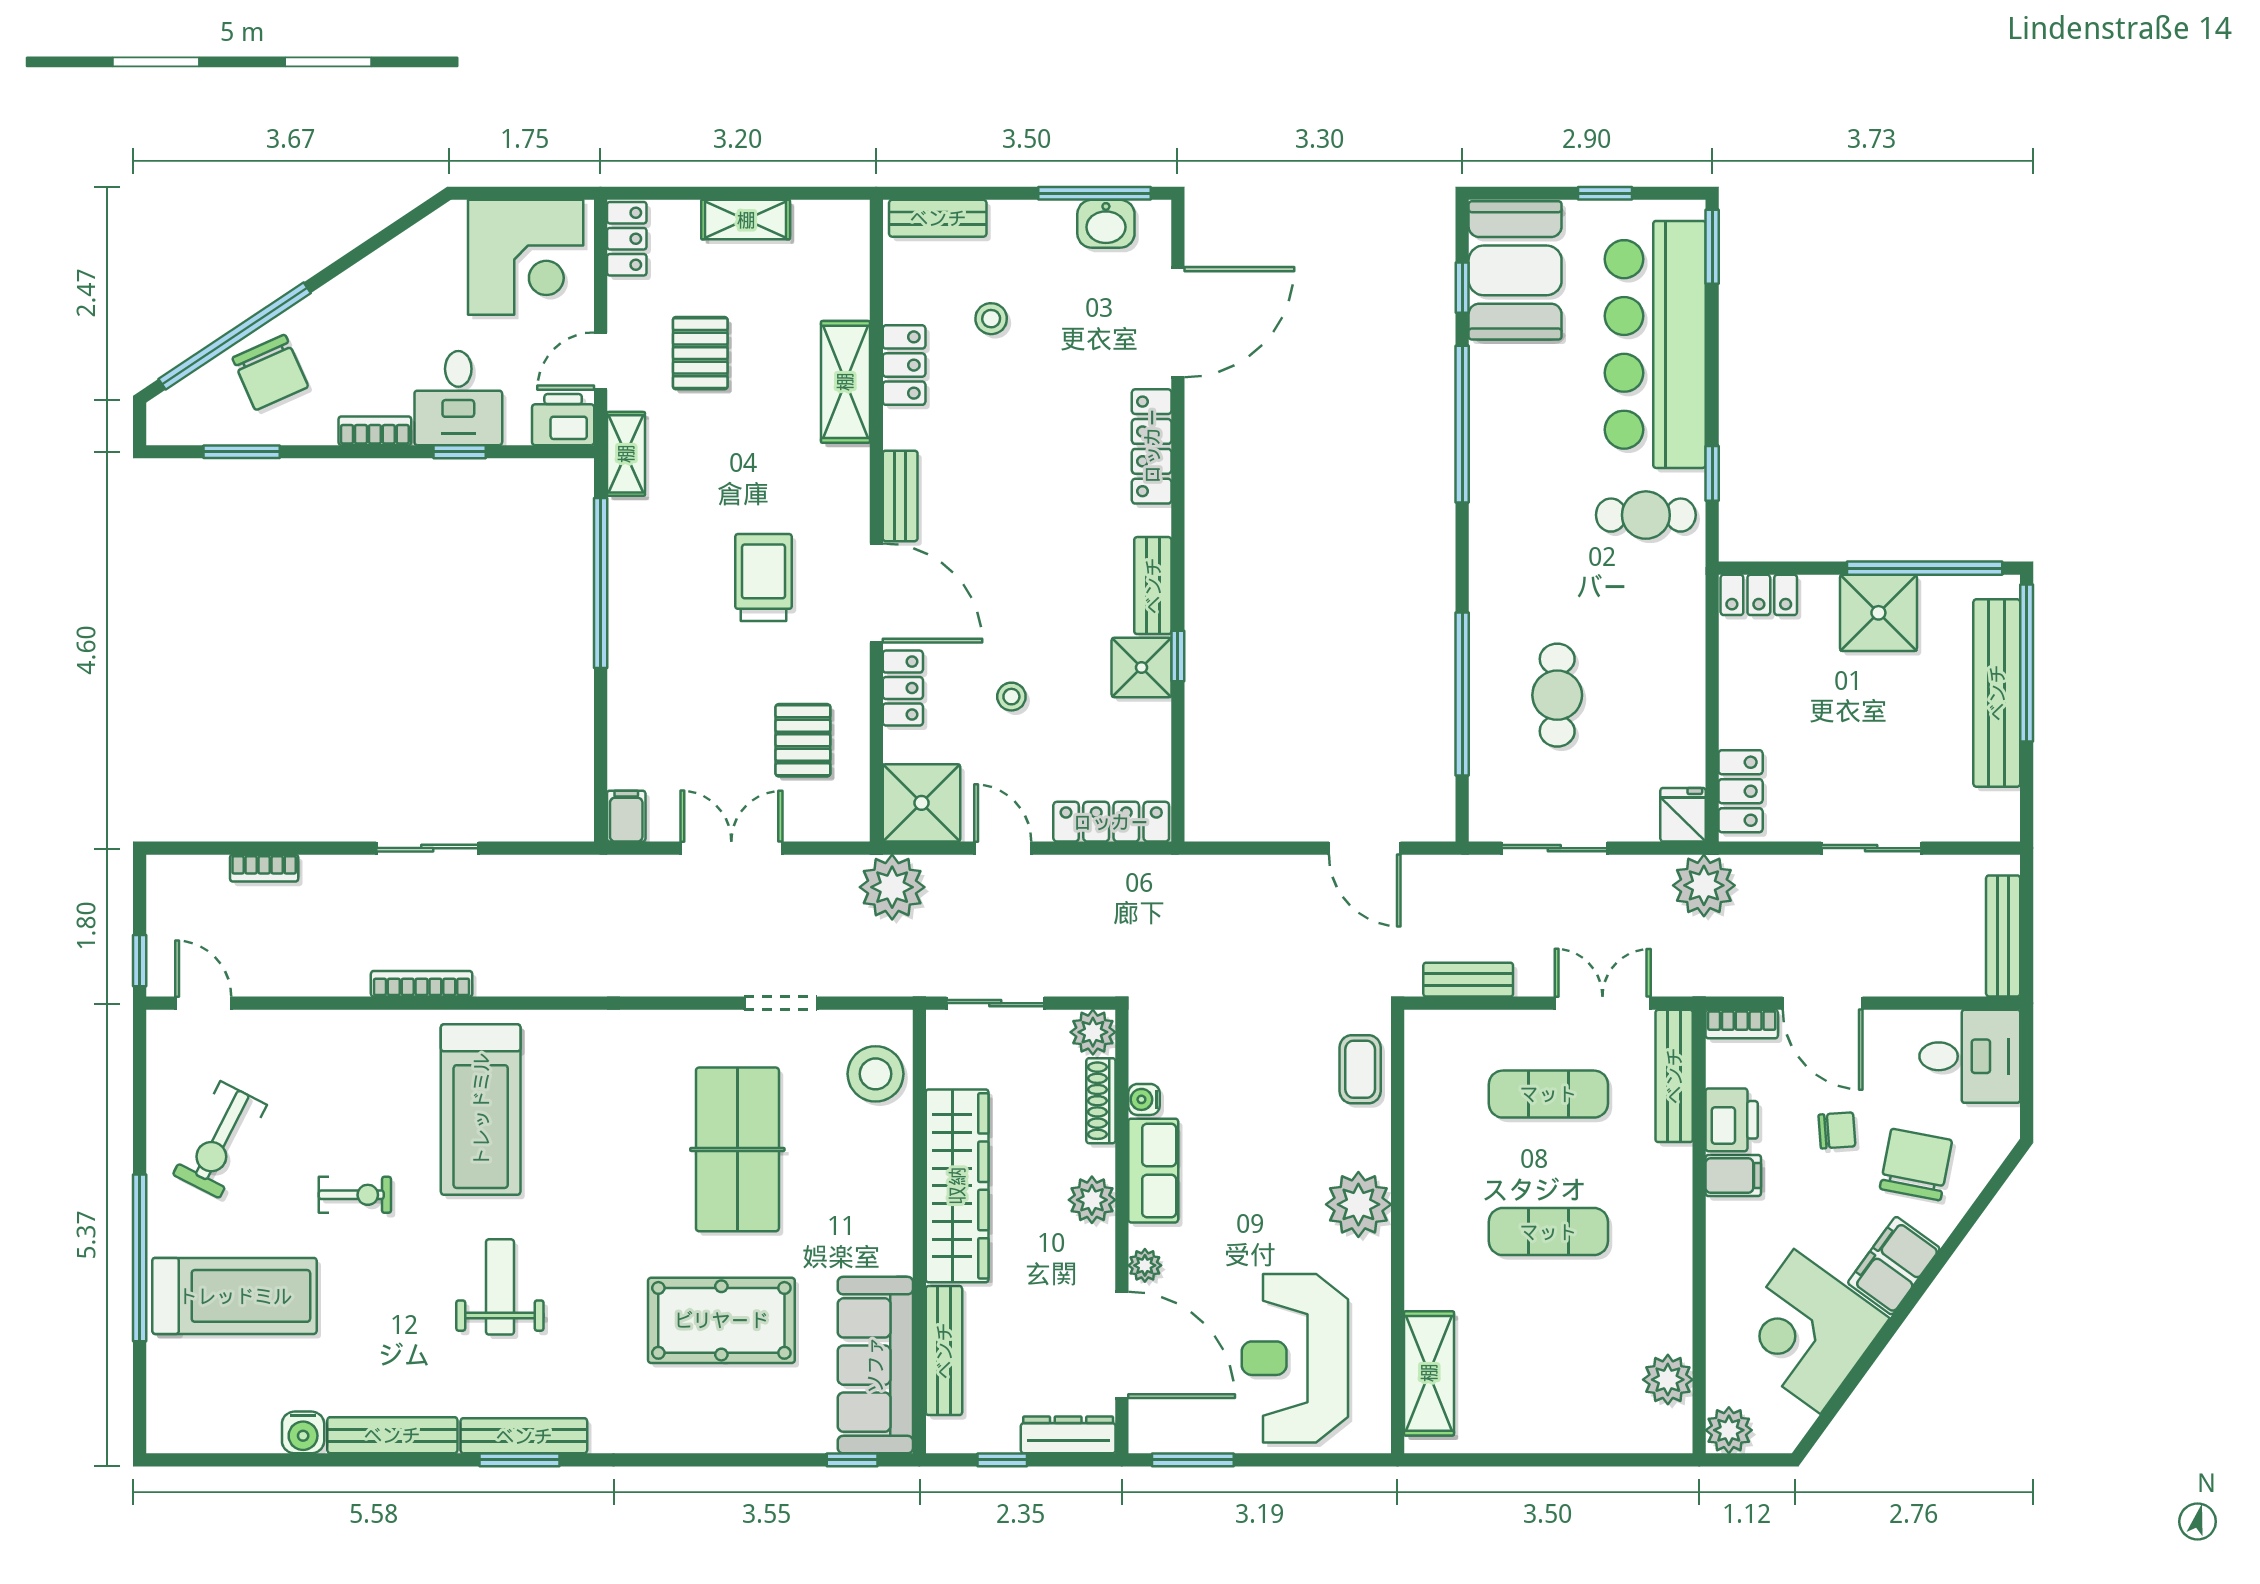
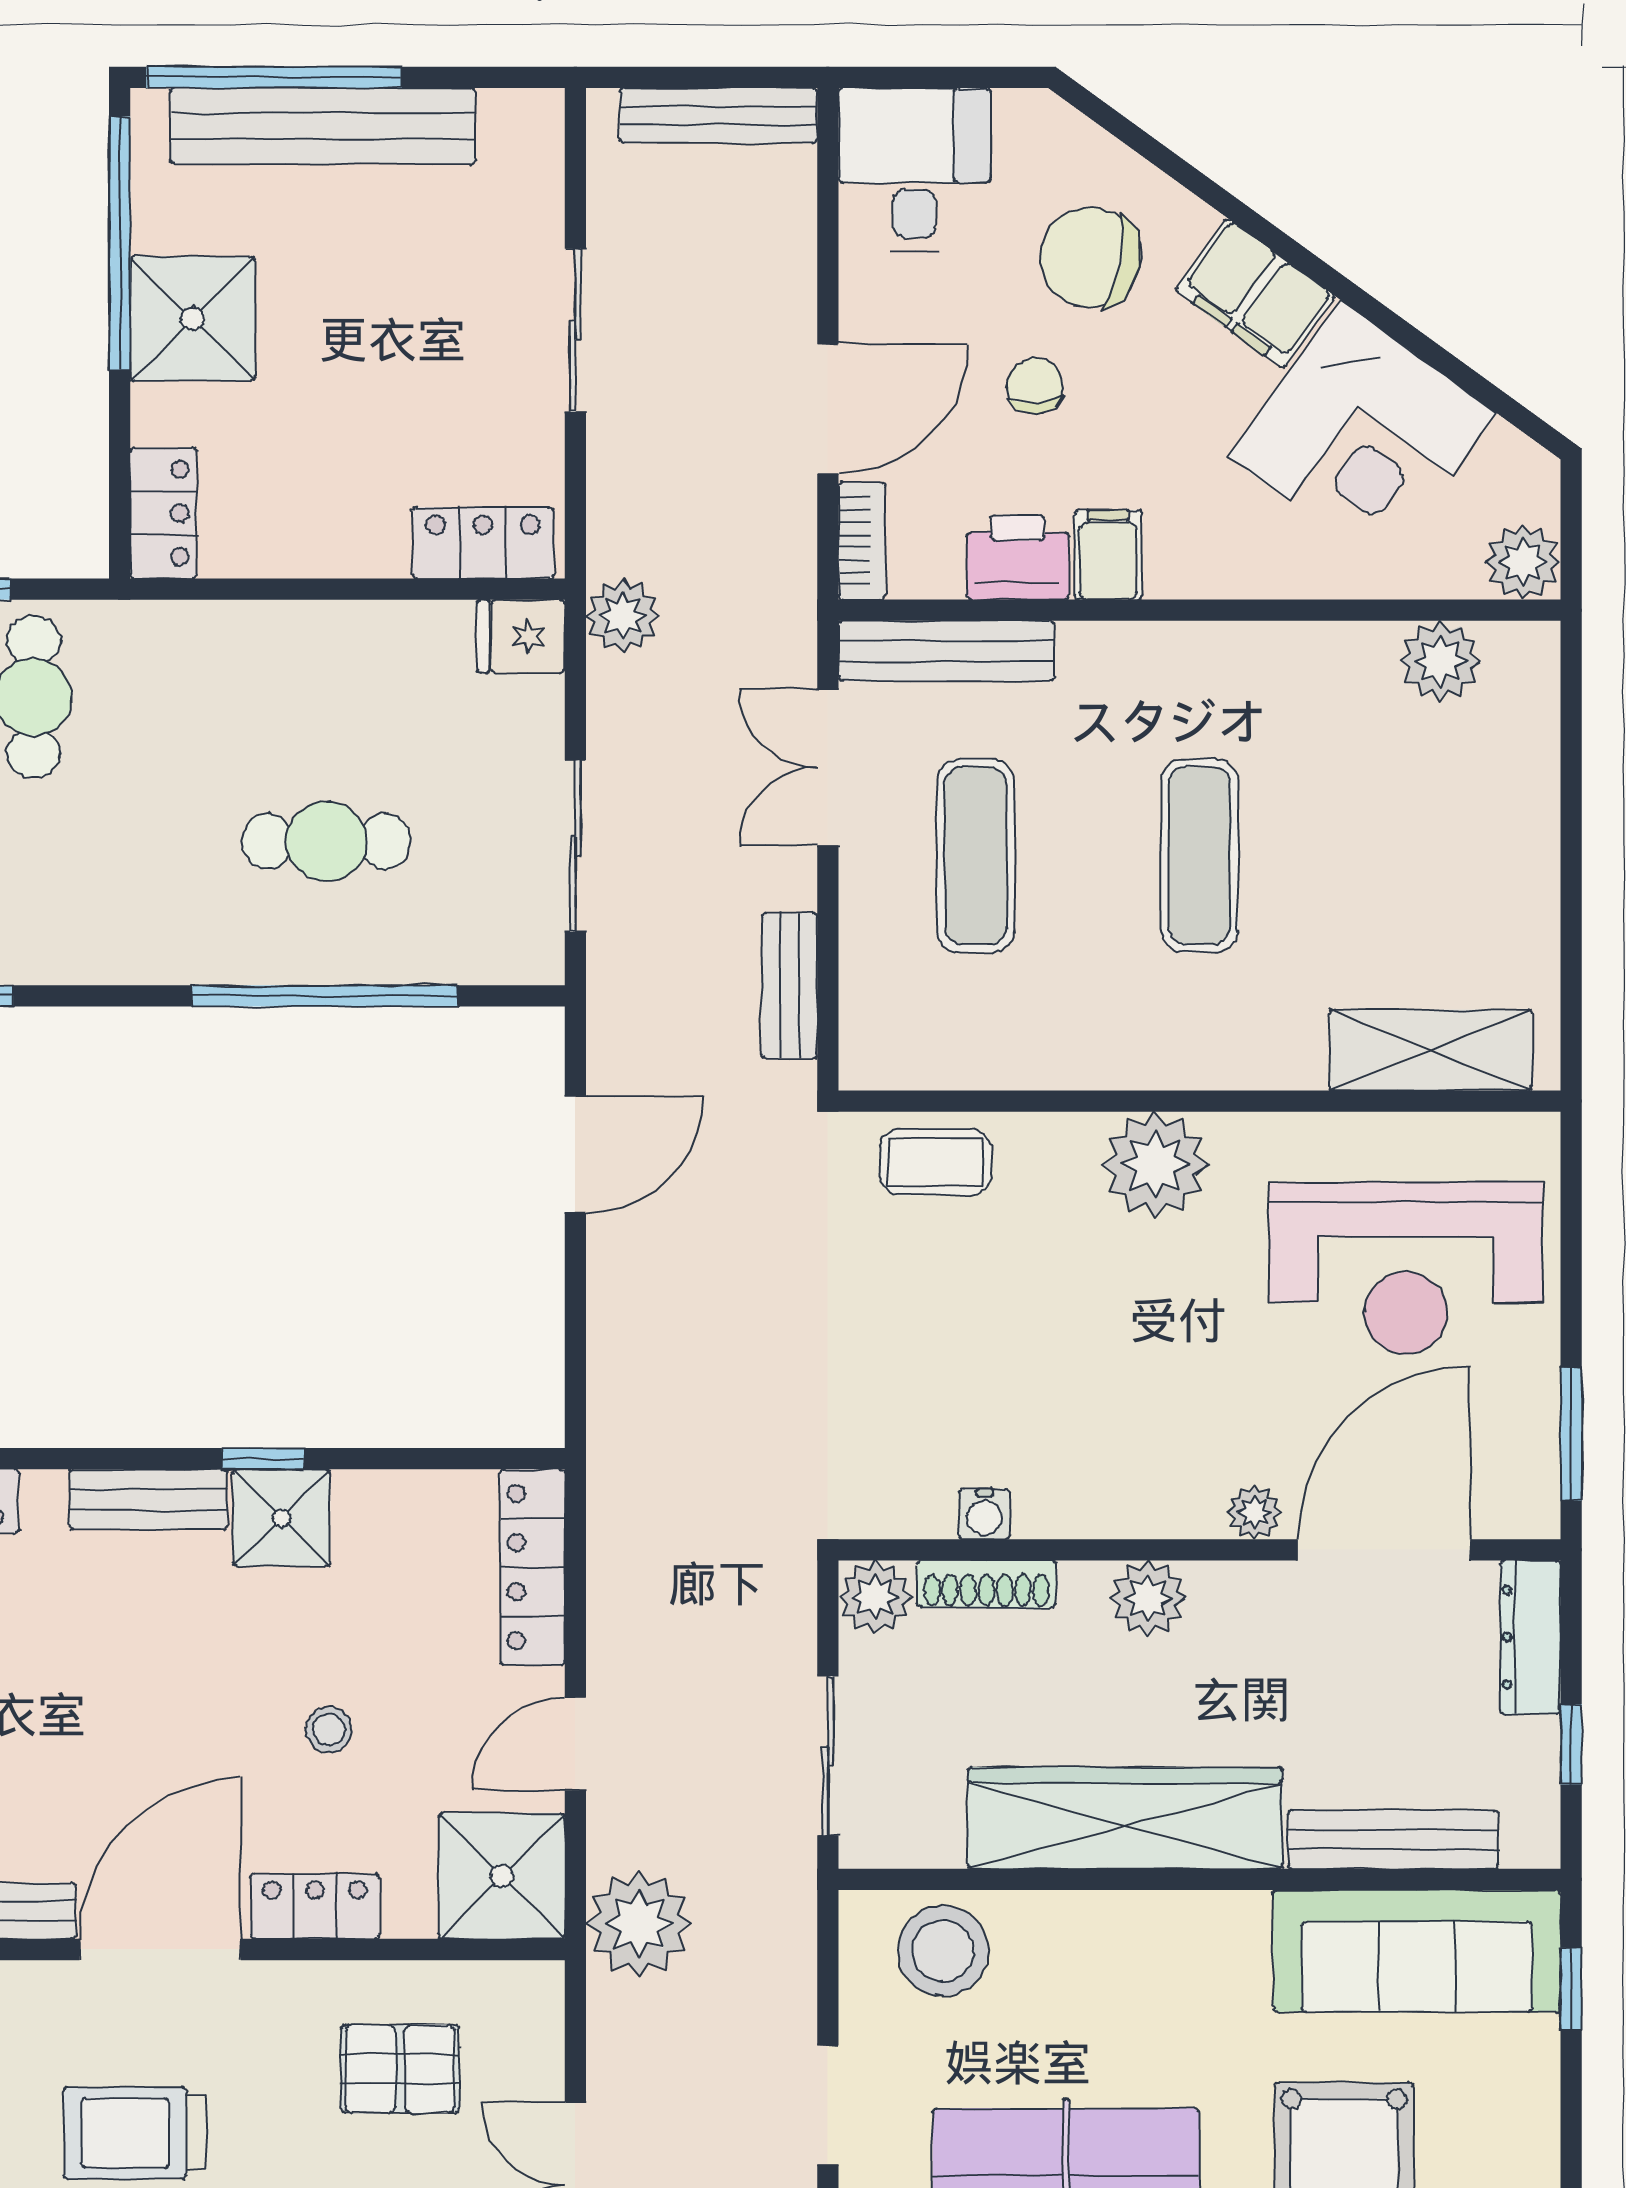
plant: (1704, 885) -> (623, 616), width x0.73, depth x0.73
row of seats: (1153, 1171) -> (1100, 1499), removed

